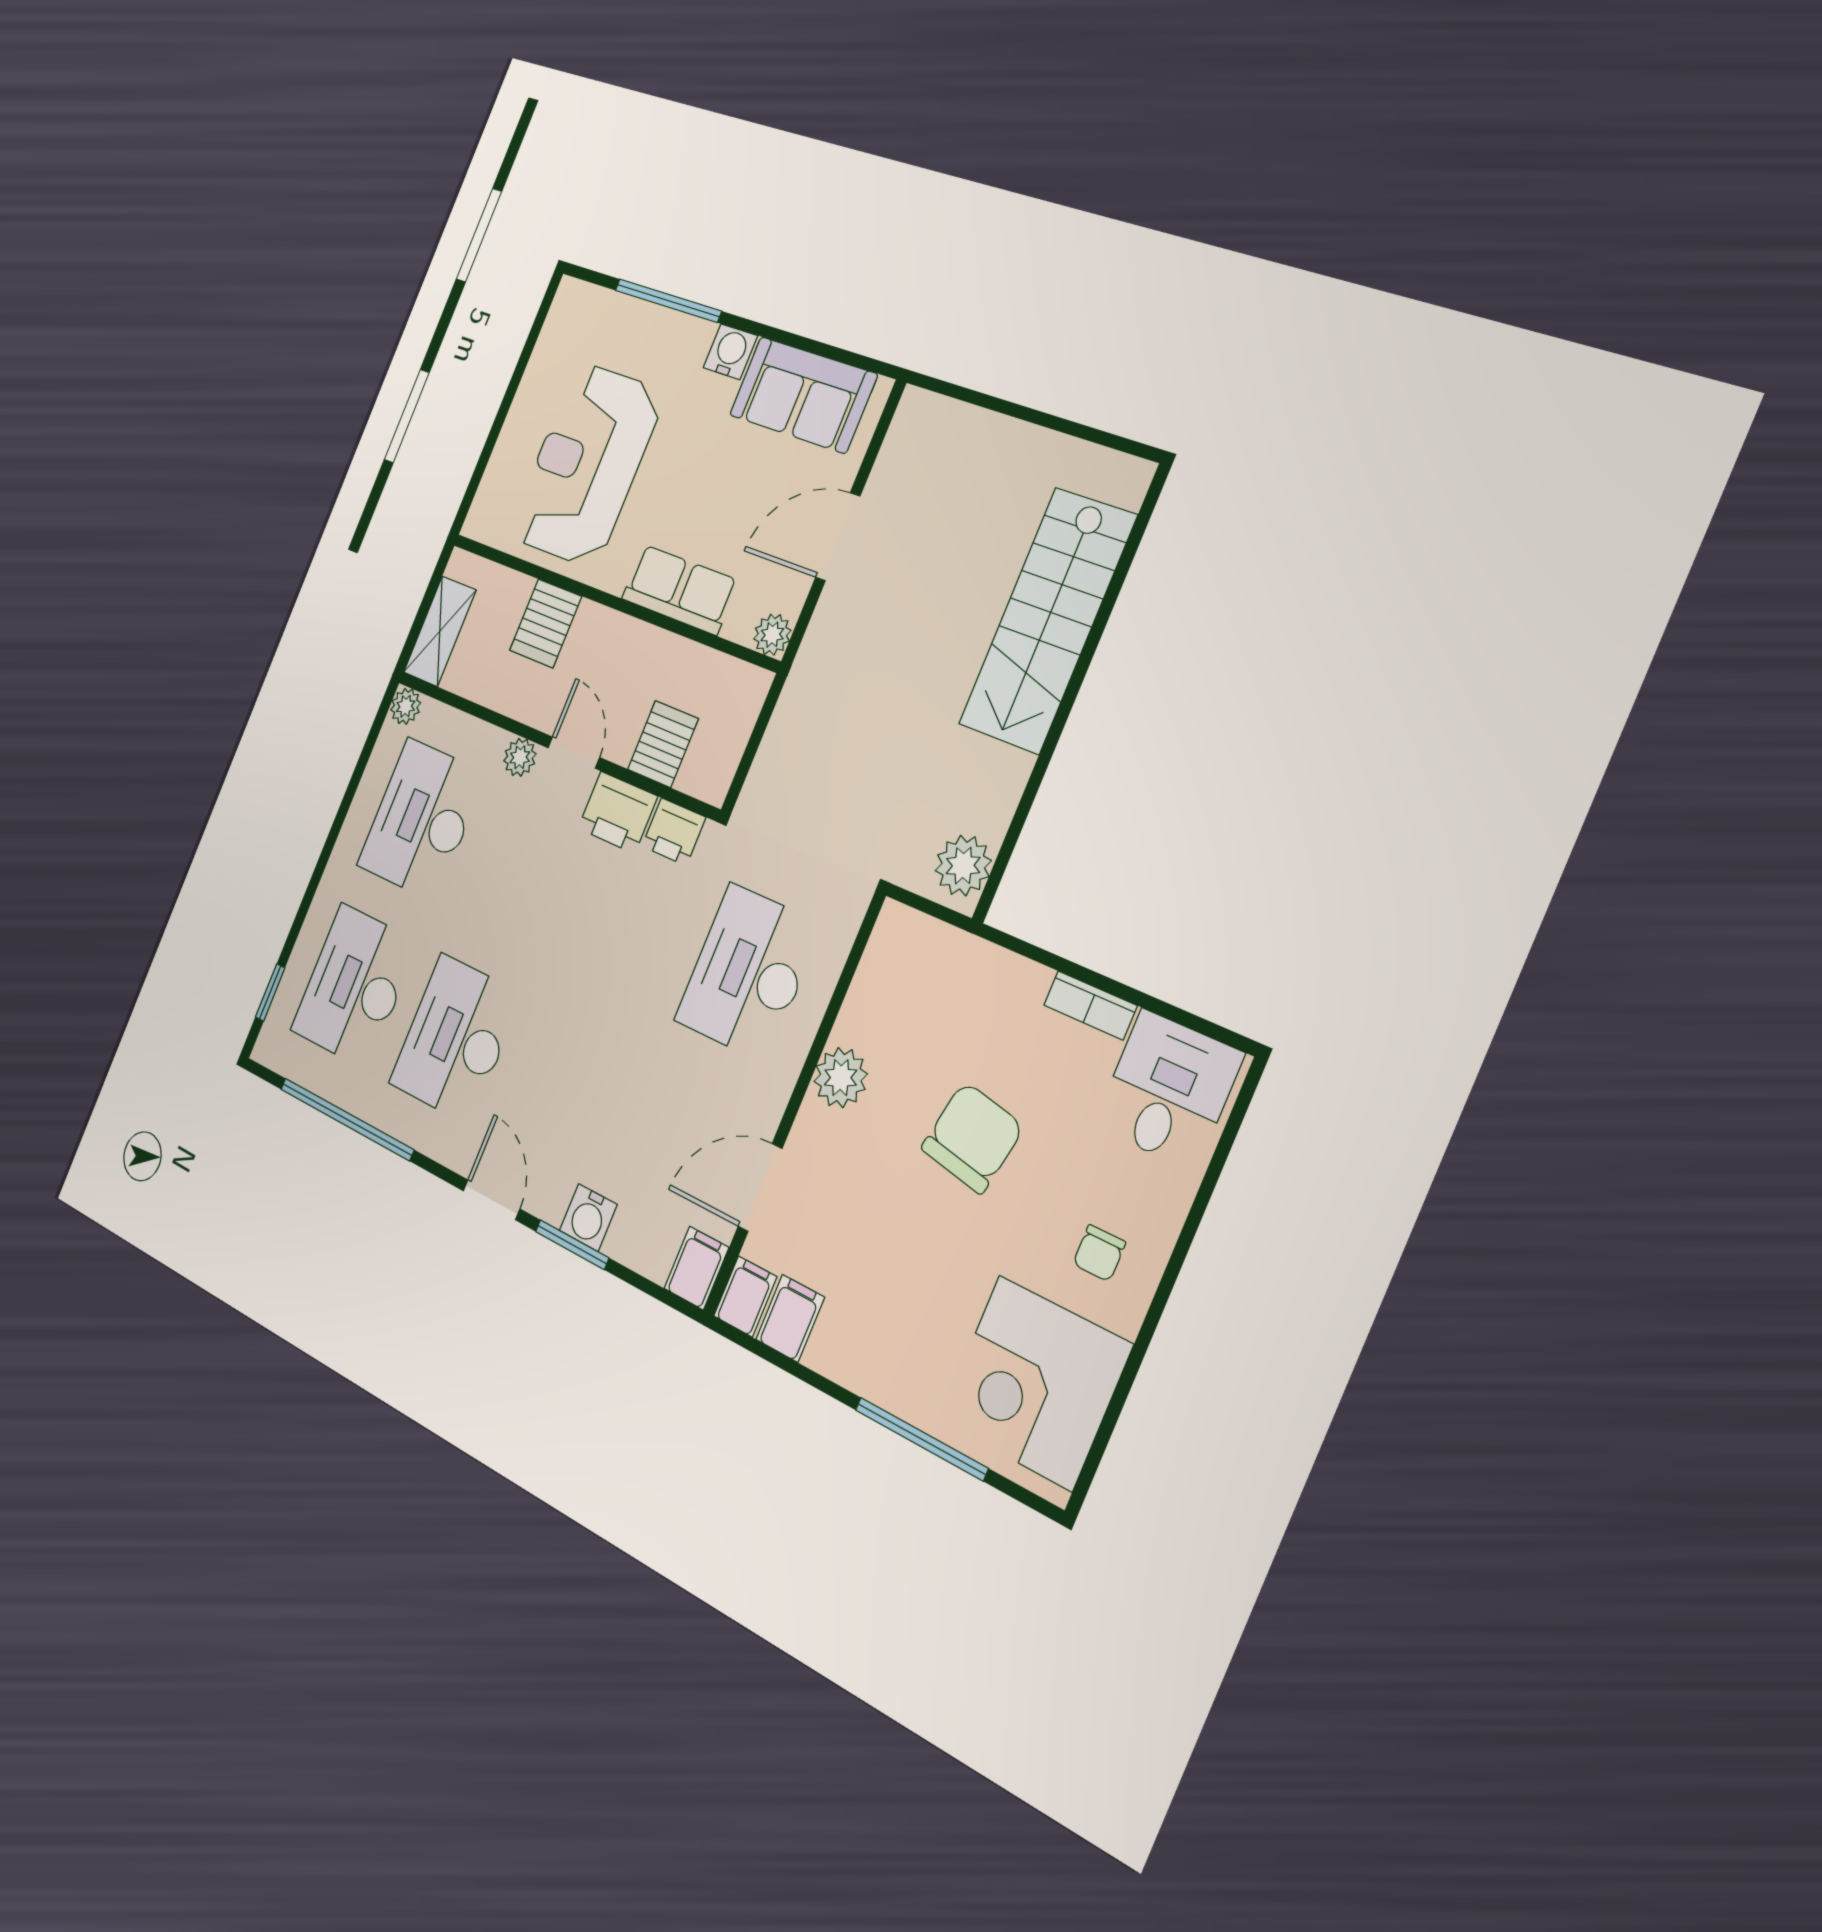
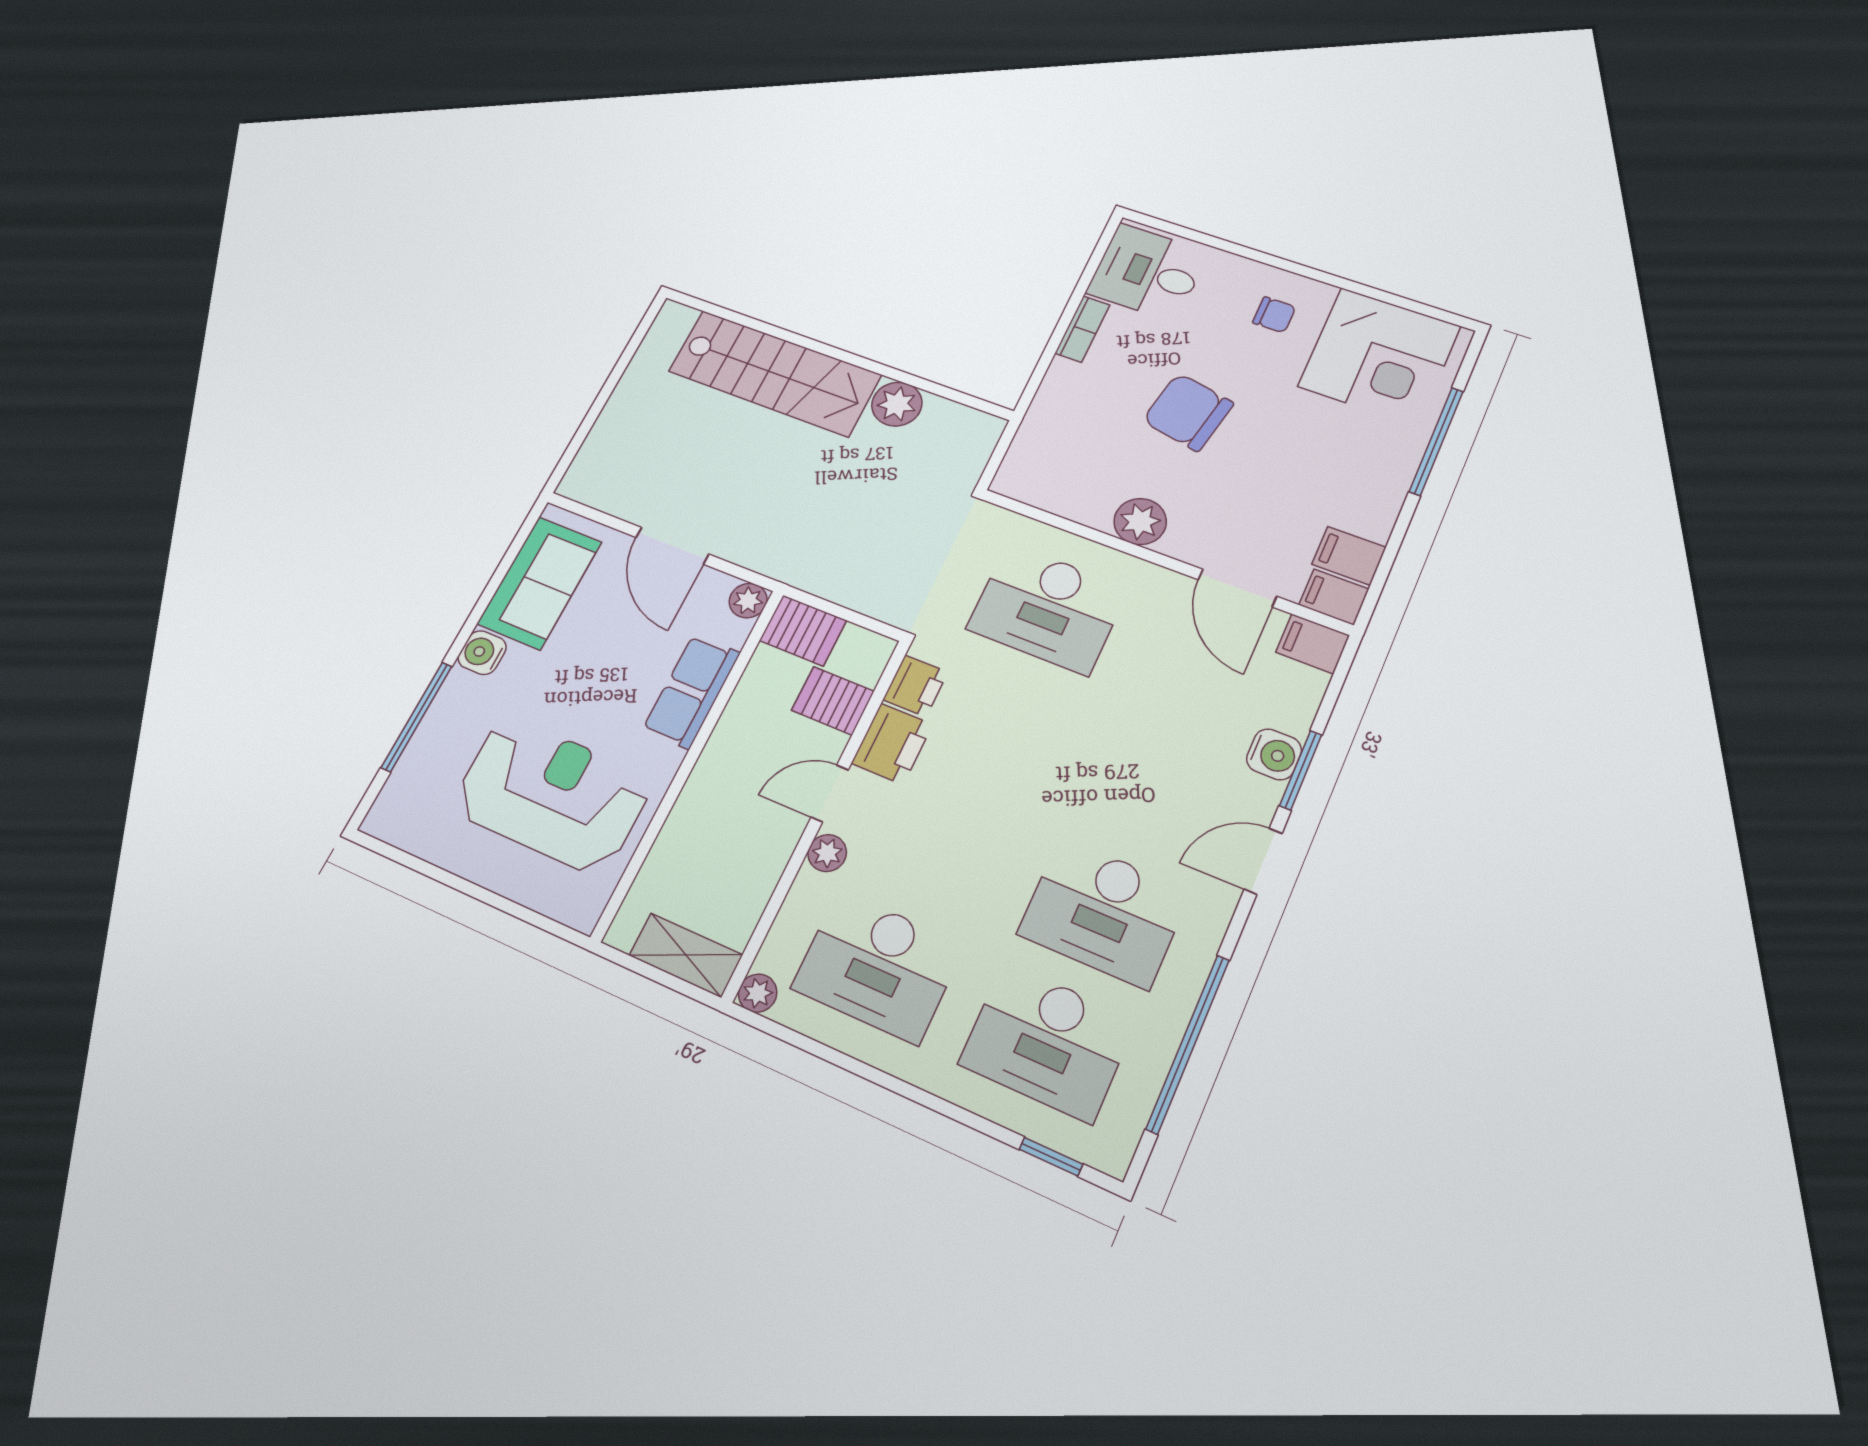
reception desk: (586, 465) -> (552, 795), turned 180
server rack: (546, 623) -> (803, 630), moved
plant: (963, 866) -> (897, 404), moved

